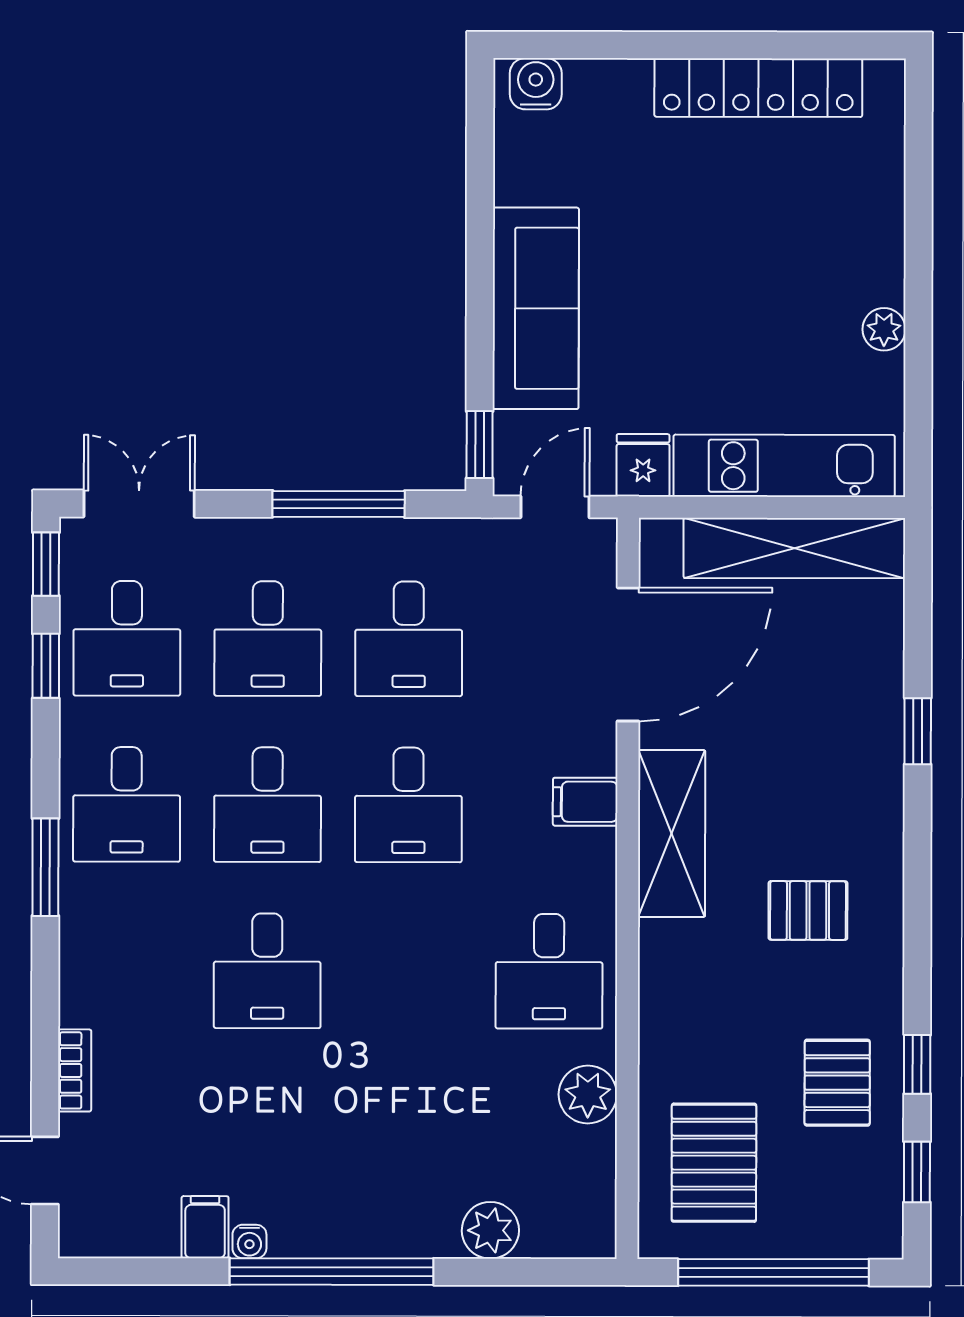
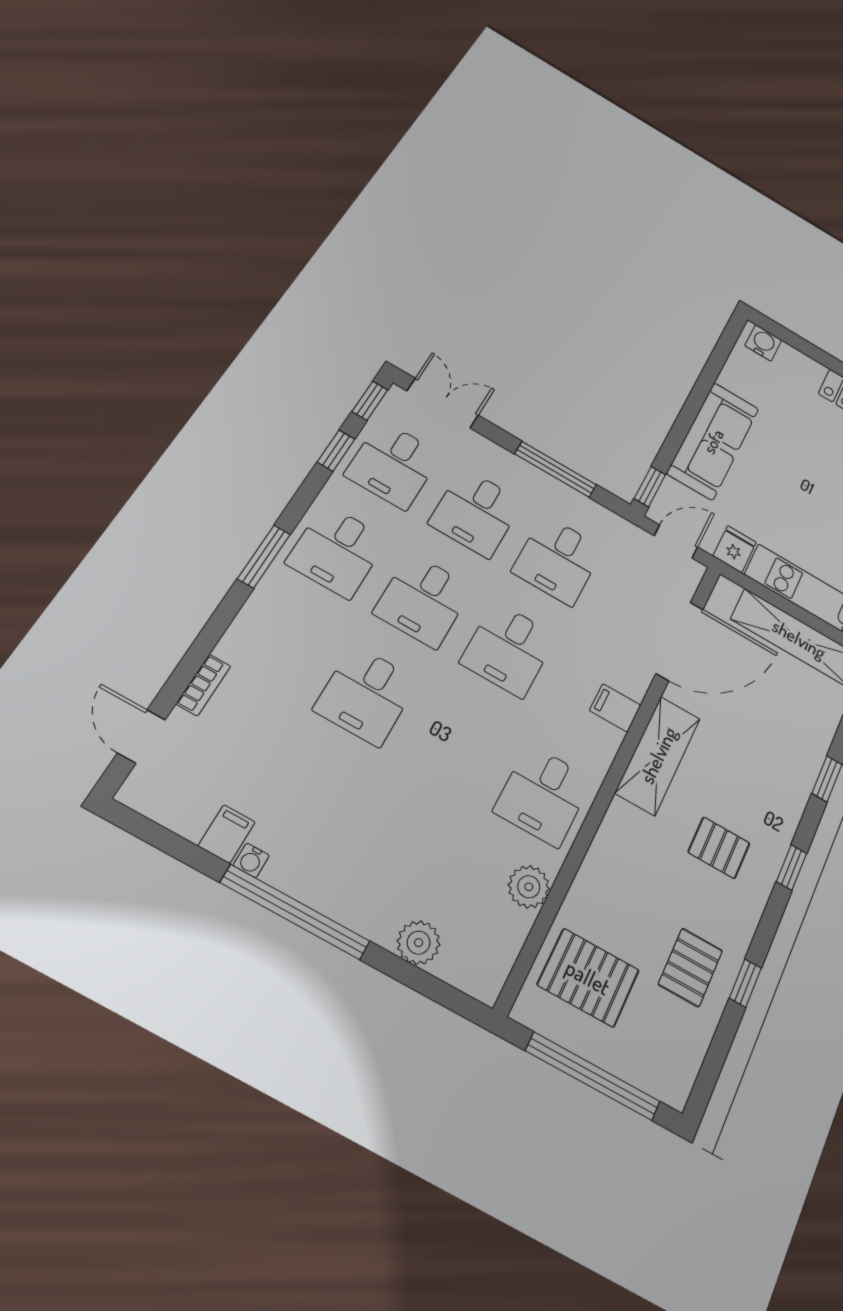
pallet: (714, 1163) -> (588, 977), turned 90
window: (917, 1172) -> (792, 867), moved

